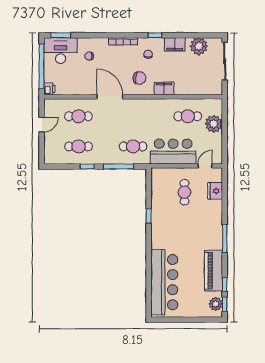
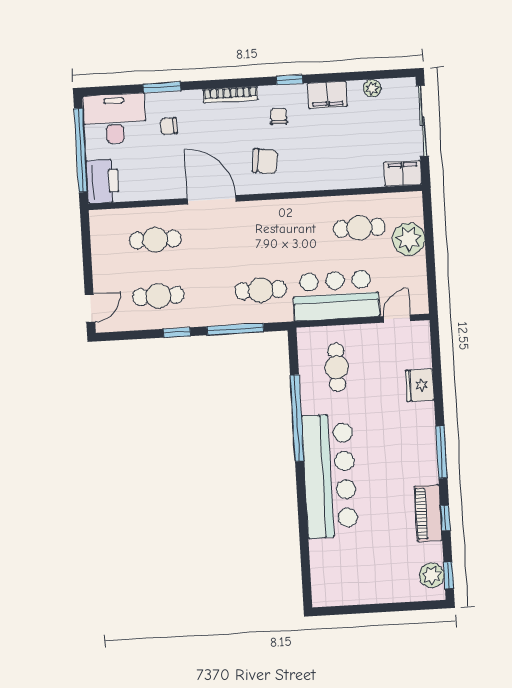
window: (61, 35) -> (162, 87), moved
plant: (199, 46) -> (372, 88), width x0.53, depth x0.53
printer: (49, 89) -> (102, 181), width x1.87, depth x1.48
filing cabinet: (164, 89) -> (403, 173), moved
door: (42, 125) -> (90, 308), moved
fridge: (215, 191) -> (420, 385), moved
cafe table: (184, 192) -> (337, 367), moved
window: (149, 216) -> (297, 418), width x3.17
piano: (213, 271) -> (428, 513), width x0.73, depth x0.75
bar counter: (164, 282) -> (330, 476), moved
window: (225, 284) -> (445, 518), moved

